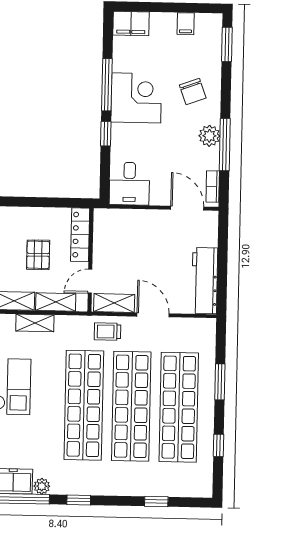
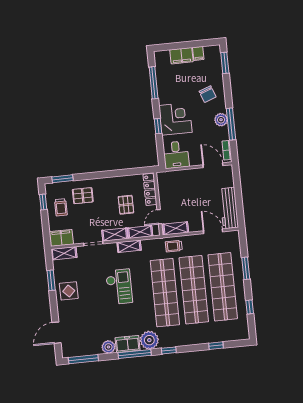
filing cabinet: (131, 23) -> (181, 56), moved
window: (107, 85) -> (154, 83), moved
corner desk: (136, 98) -> (176, 119), moved
door: (153, 315) -> (213, 231), moved
plant: (42, 486) -> (149, 340), width x1.88, depth x1.88

